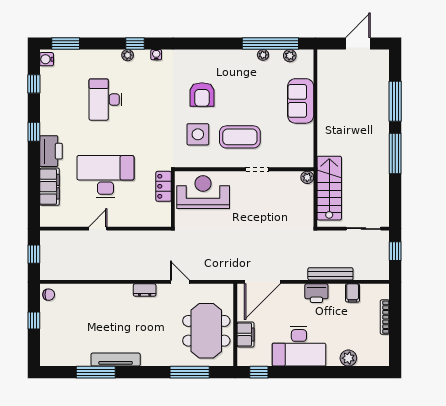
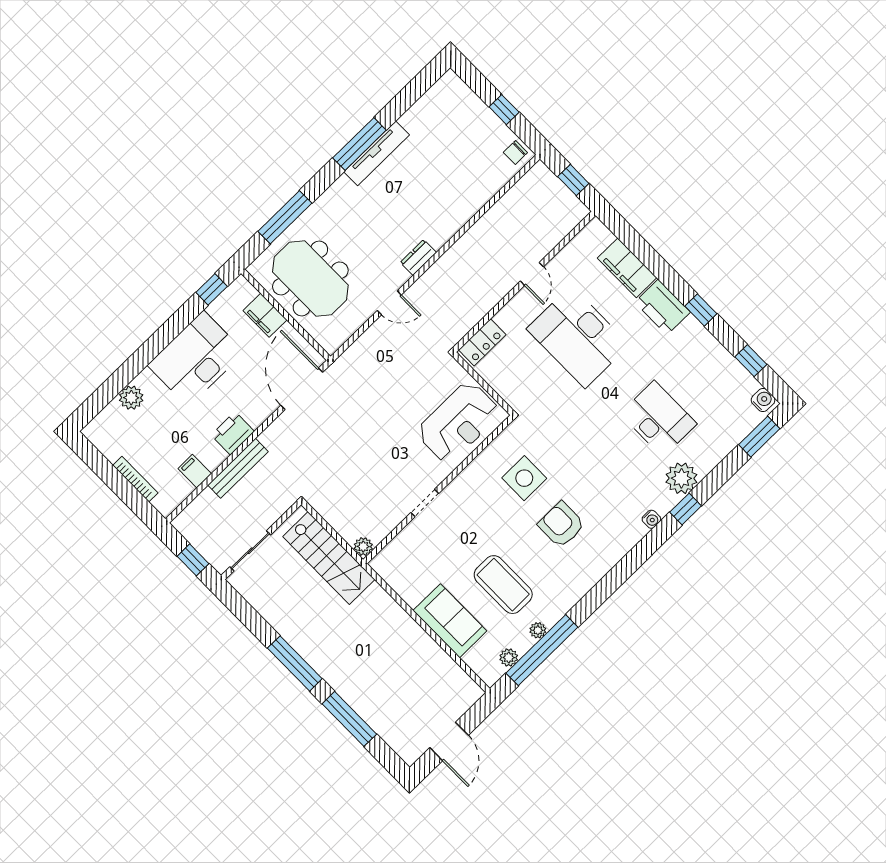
plant: (128, 55) -> (681, 478), width x1.88, depth x1.88
coffee table: (240, 137) -> (503, 585), moved, turned 90
desk: (105, 177) -> (578, 337), turned 90
locker: (164, 186) -> (482, 342), moved, turned 90
window: (96, 372) -> (359, 144), moved

